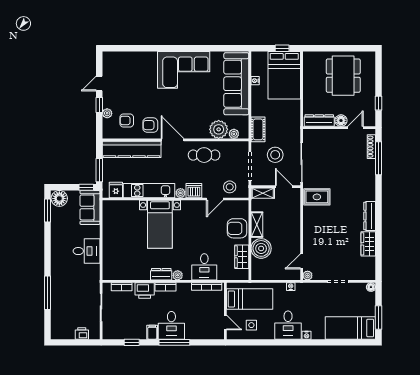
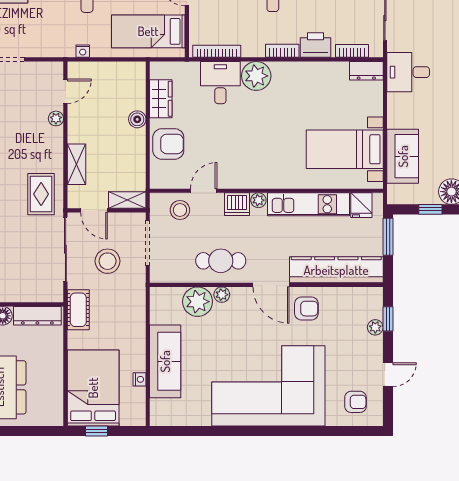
corner sofa: (184, 70) -> (268, 386), width x1.36, depth x1.36
sofa: (236, 84) -> (165, 361), width x0.74, depth x0.79
window: (99, 105) -> (388, 319), moved
armchair: (127, 121) -> (356, 402), moved
cot: (258, 129) -> (78, 310), moved
plant: (234, 134) -> (222, 295), moved
window: (86, 187) -> (430, 209), moved
rug: (317, 197) -> (41, 194), turned 90
sofa: (90, 207) -> (403, 156), moved
bed with nightstands: (160, 224) -> (345, 149), moved, turned -90
shelving: (257, 225) -> (76, 164), moved
boiler: (261, 248) -> (137, 119), width x0.54, depth x0.54
desk: (87, 251) -> (408, 72), moved
dresser: (161, 274) -> (366, 71), moved
plant: (178, 275) -> (256, 76), width x1.87, depth x1.87
plant: (308, 276) -> (56, 118), moved

